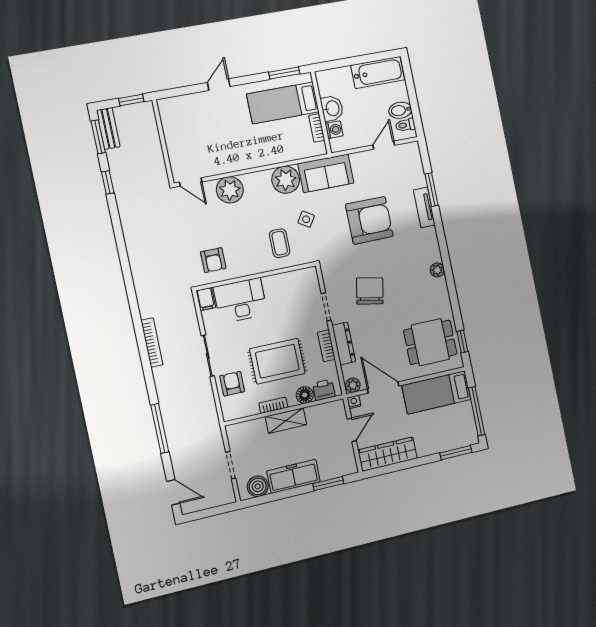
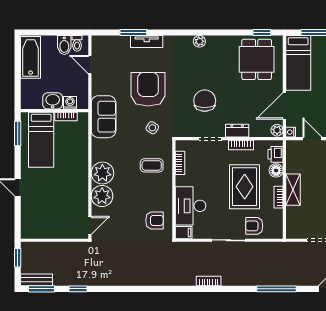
plant: (286, 180) -> (102, 173), moved
side table: (306, 219) -> (152, 128), moved
bookcase: (290, 277) -> (180, 163), added
chair: (370, 291) -> (205, 101), turned 79
bookcase: (152, 343) -> (209, 281), width x0.64
dresser: (344, 343) -> (237, 131), width x0.70

